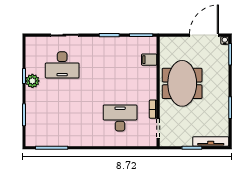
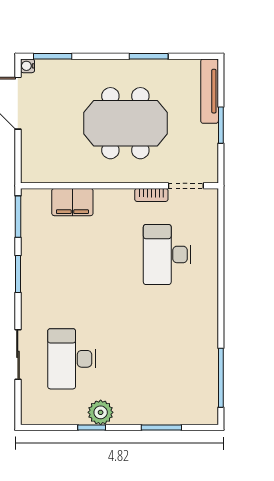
filing cabinet: (149, 60) -> (72, 202), width x2.00
desk: (62, 65) -> (72, 359), turned 180
meeting table: (182, 83) -> (125, 123), moved

